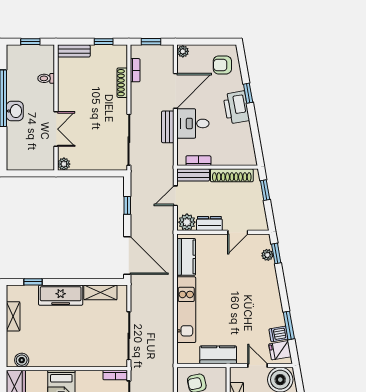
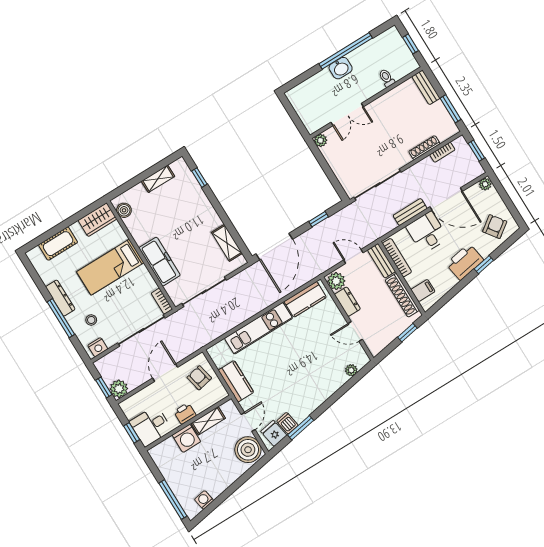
window: (104, 42) -> (450, 109), width x1.50
armchair: (222, 65) -> (495, 227), turned 54
filing cabinet: (238, 156) -> (423, 291), added
bookcase: (198, 161) -> (397, 258), width x1.56
window: (276, 253) -> (357, 377), removed
freezer: (61, 295) -> (160, 262), moved, turned 180

